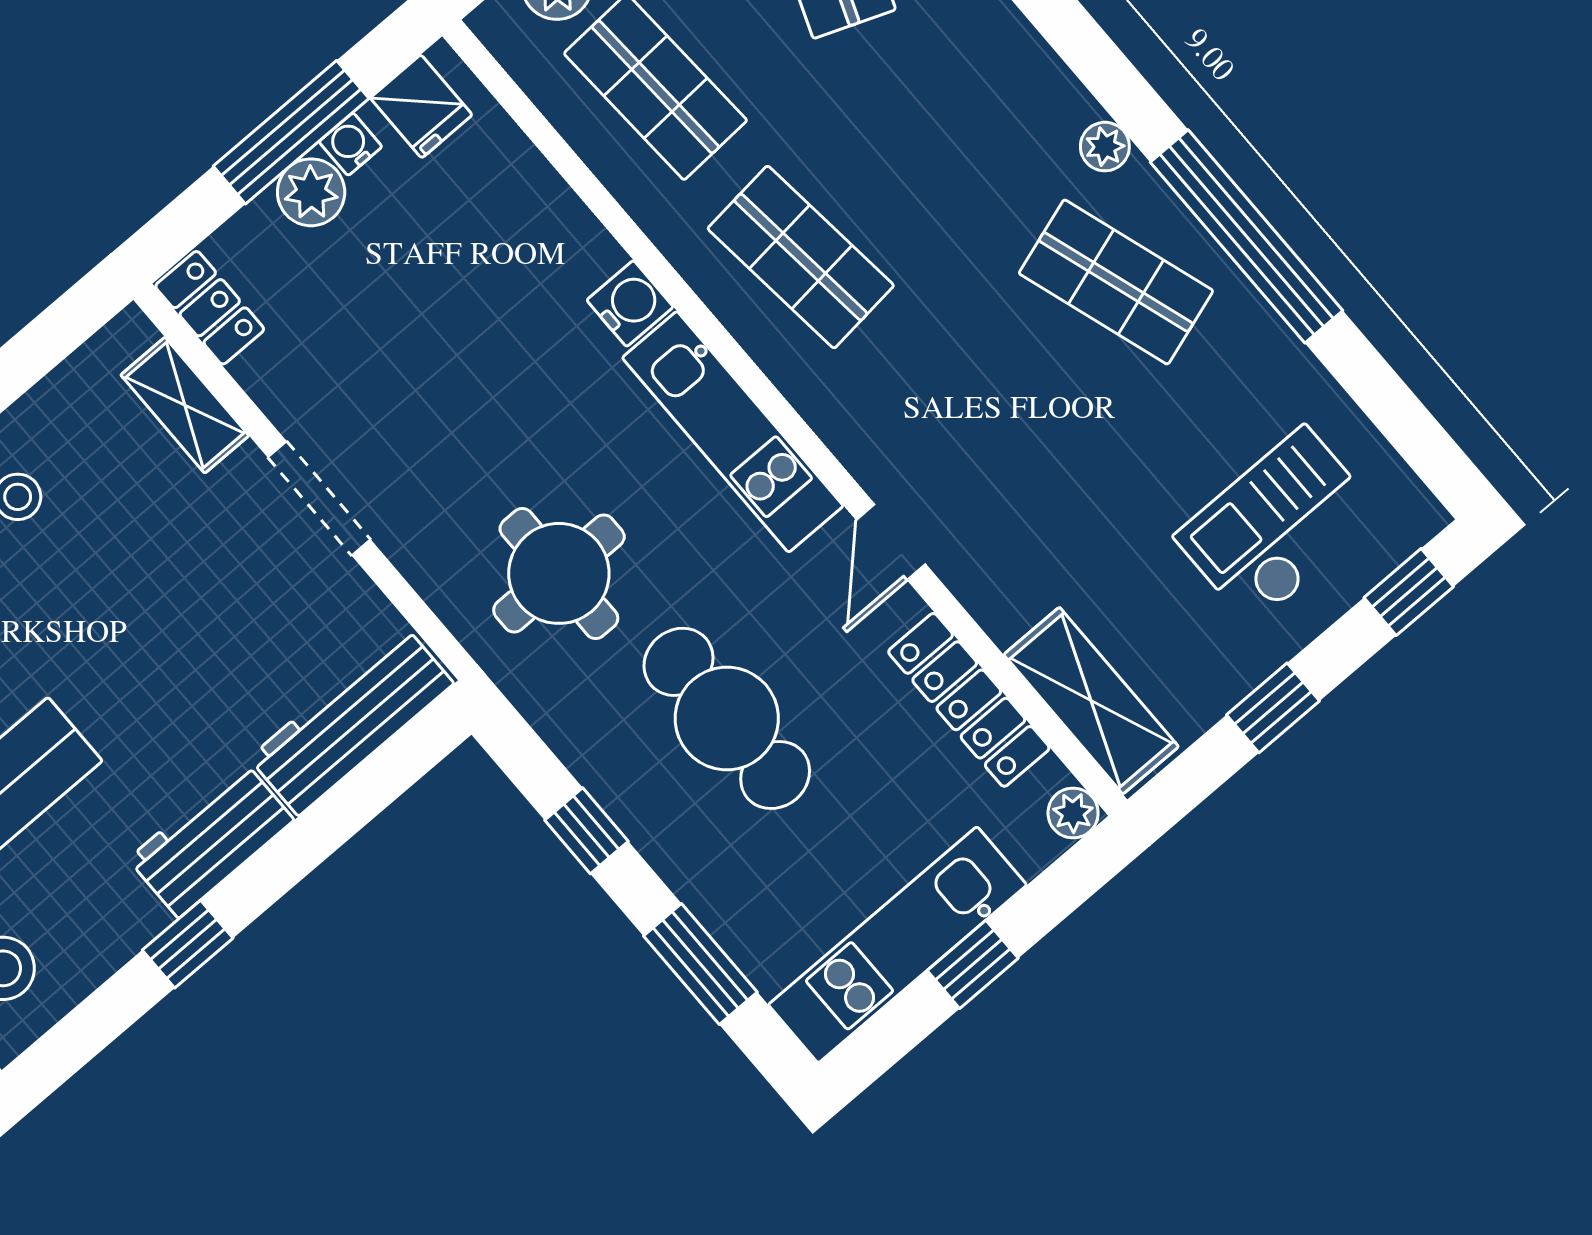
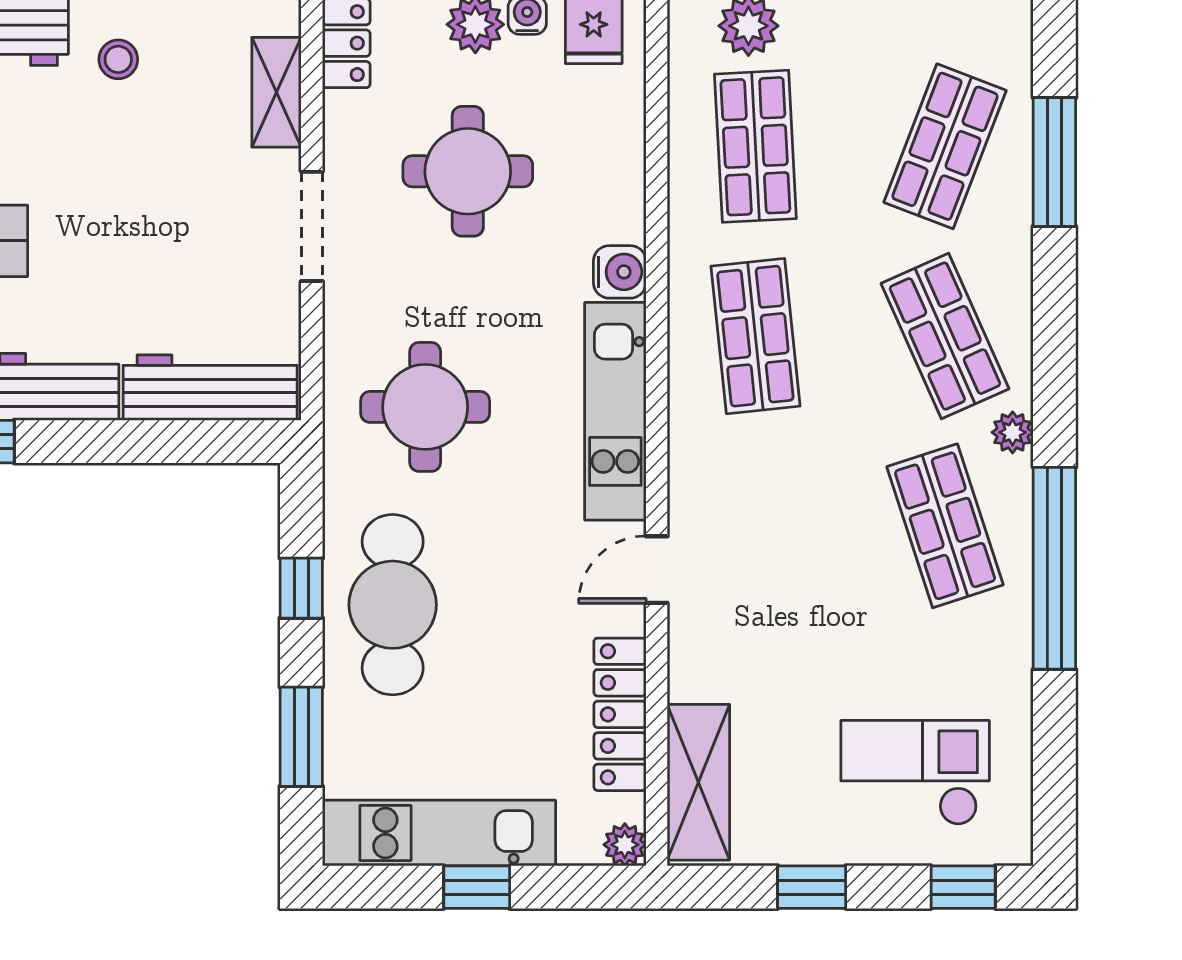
shop shelf: (971, 112) -> (945, 336), added
round table: (417, 330) -> (468, 171), added
cafe table: (727, 718) -> (393, 605), moved

